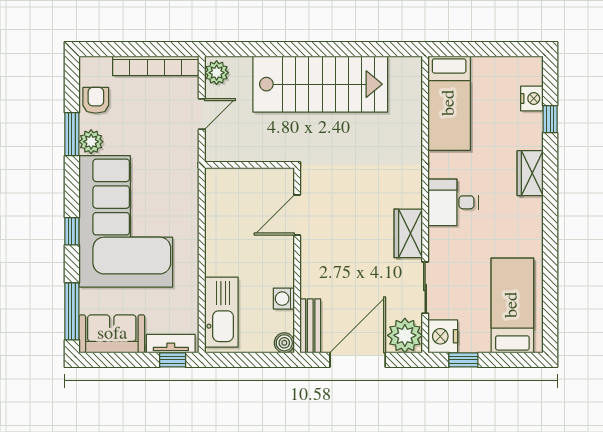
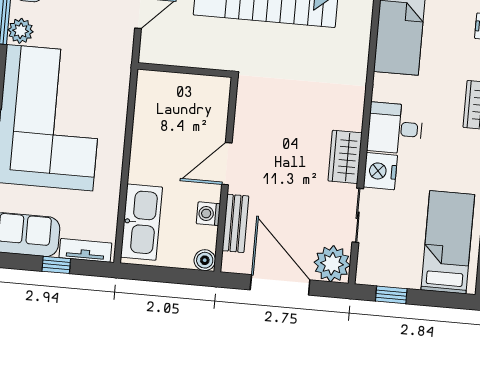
door: (297, 215) -> (227, 164), moved
bench: (310, 326) -> (235, 223), moved
nightstand: (443, 336) -> (380, 171), moved
window: (173, 360) -> (56, 265), moved
door: (358, 360) -> (280, 285), hinge flipped

